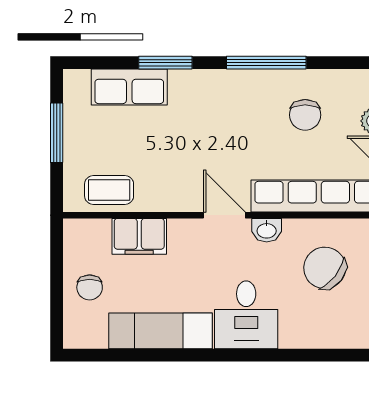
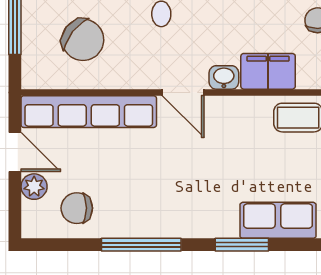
chair: (305, 115) -> (77, 208), moved, turned -90
washbasin: (267, 230) -> (224, 77), moved

